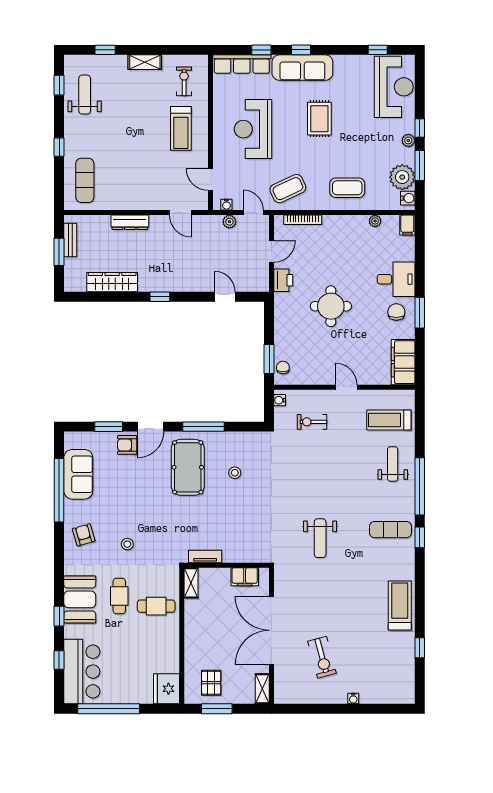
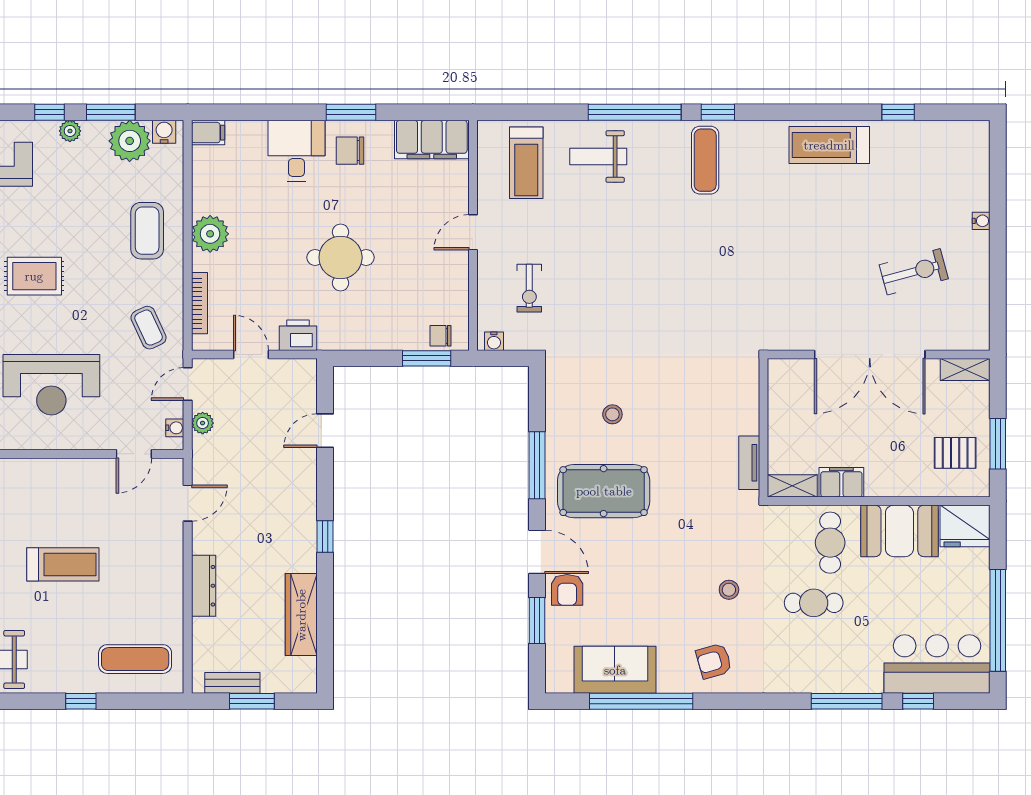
treadmill: (181, 128) -> (63, 564), moved
coffee table: (288, 189) -> (149, 328), width x0.73, depth x0.77
plant: (375, 221) -> (210, 234), moved, width x1.88, depth x1.88
weight bench: (320, 538) -> (719, 275), removed
filing cabinet: (245, 577) -> (841, 482), moved, turned -90
booth: (80, 599) -> (899, 531), moved
window: (59, 616) -> (847, 701), width x2.17

